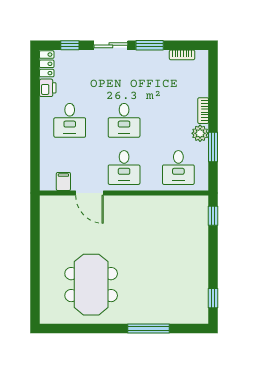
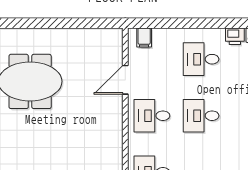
filing cabinet: (63, 181) -> (144, 38), moved, turned 90

